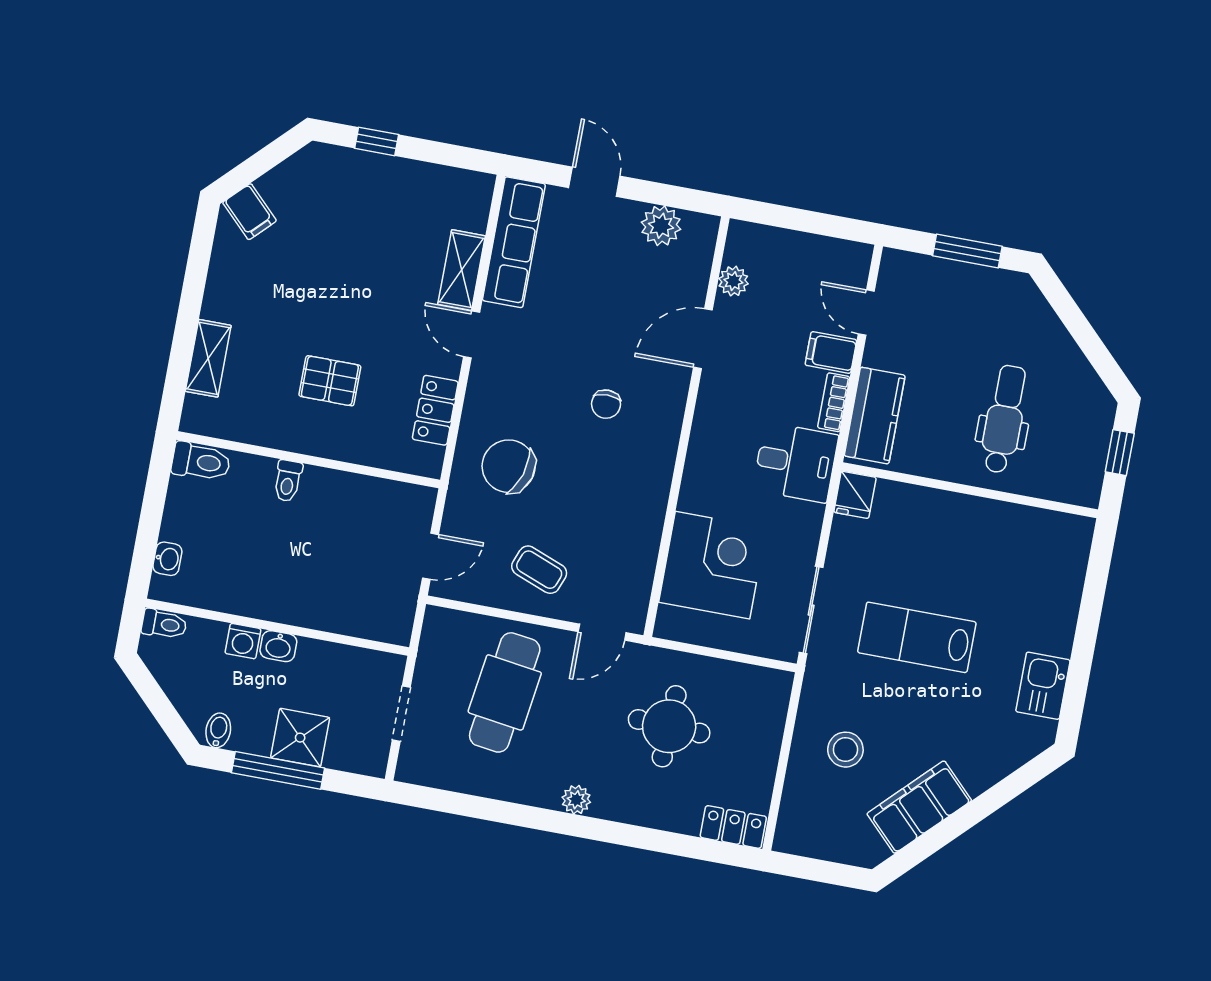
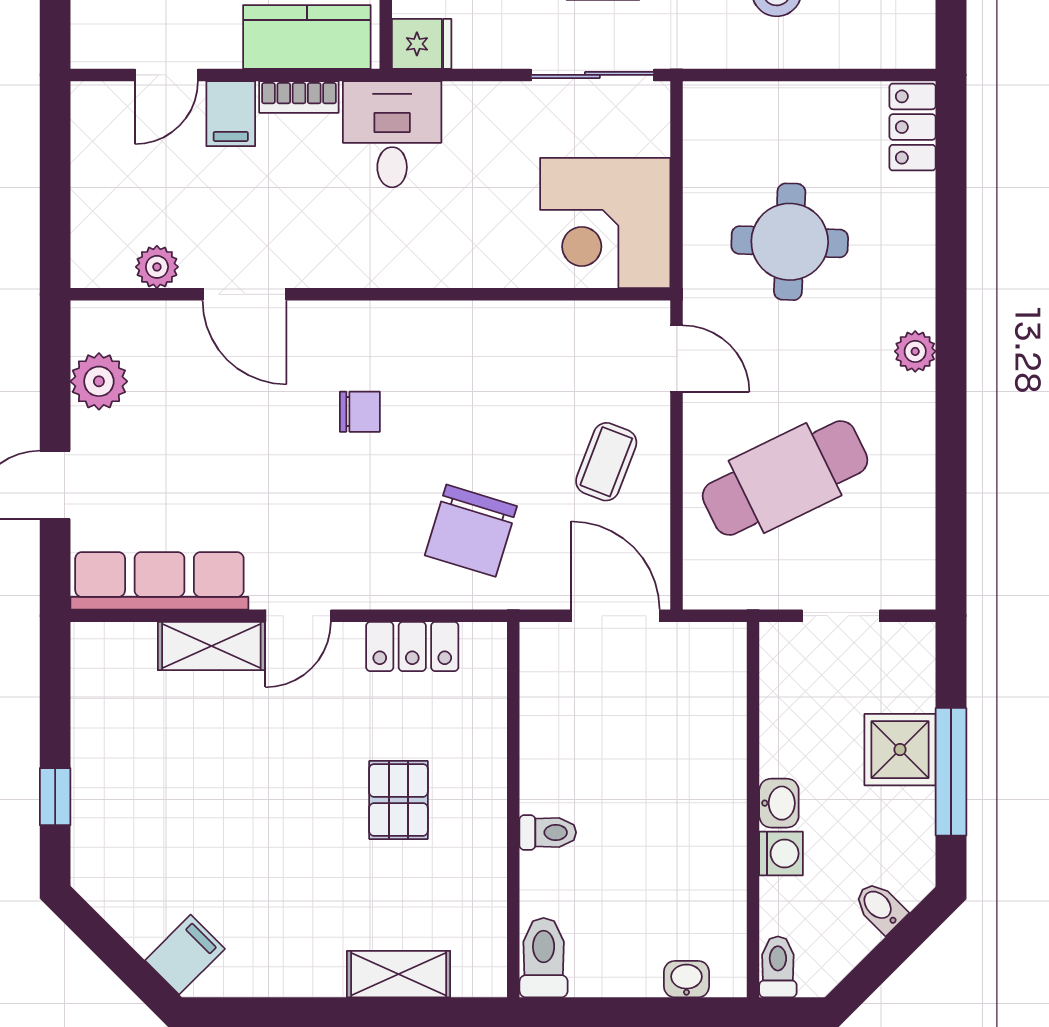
door: (430, 556) -> (615, 616), width x1.38
corner desk: (712, 565) -> (605, 223), moved, turned -90
cafe table: (505, 692) -> (785, 478), turned -34
bidet: (218, 730) -> (880, 907), moved, turned 45

